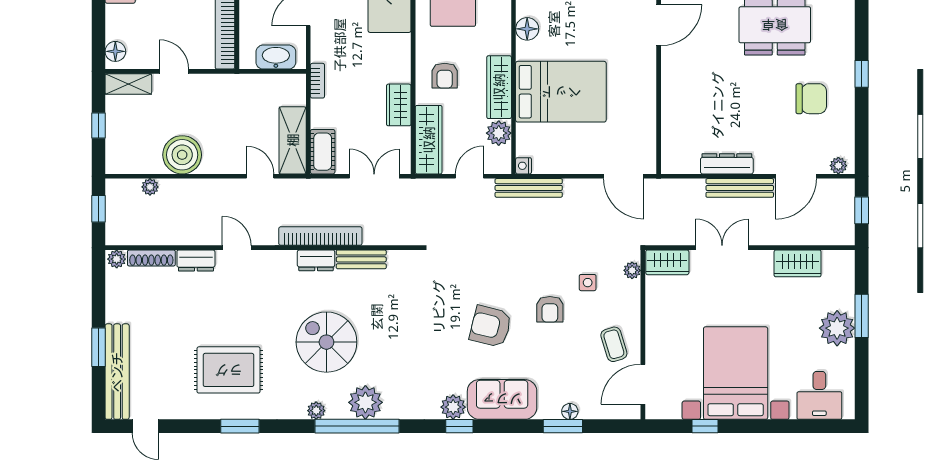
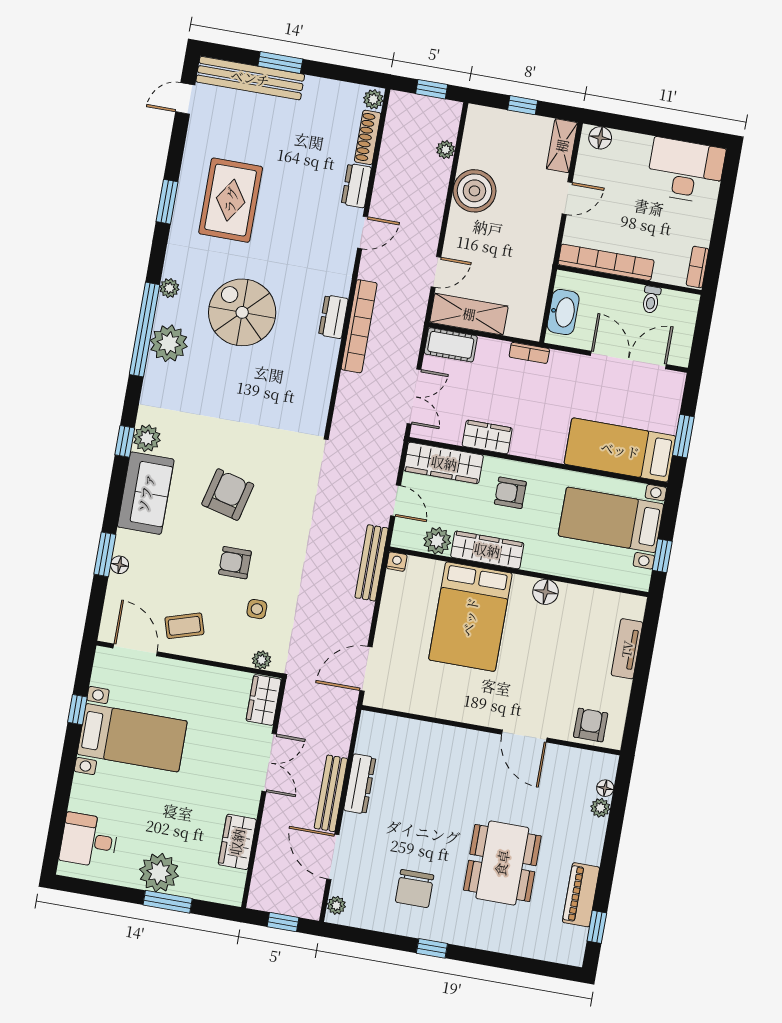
bench: (361, 259) -> (326, 366), removed
spiral stairs: (326, 342) -> (242, 312), turned -90
bed with nightstands: (736, 373) -> (132, 738), width x0.73

